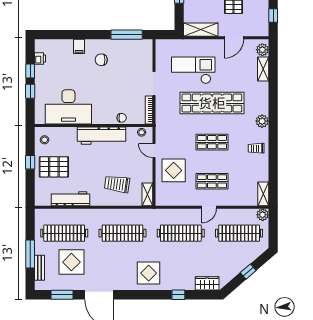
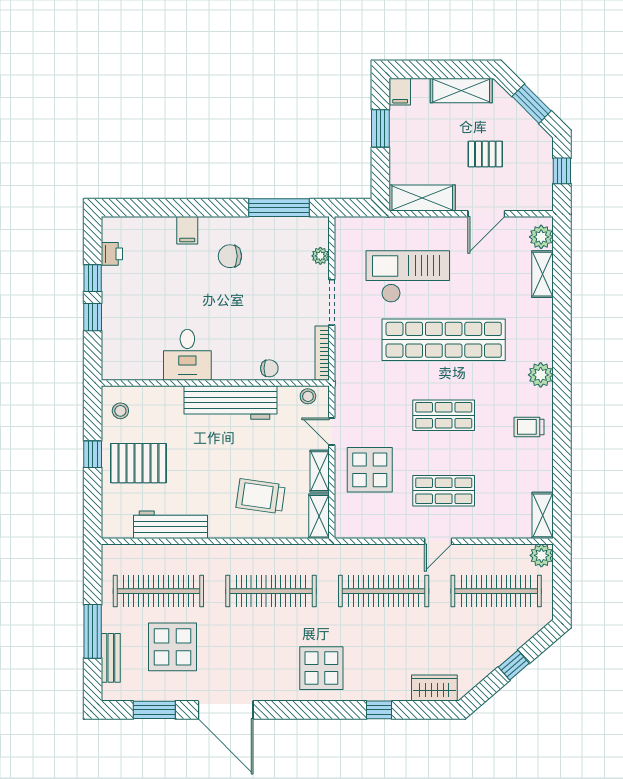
plant: (148, 60) -> (320, 256), added
desk: (68, 107) -> (187, 355), width x0.53, depth x0.77
shelving: (148, 171) -> (320, 471), added

